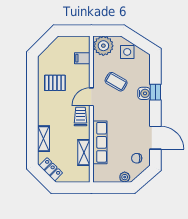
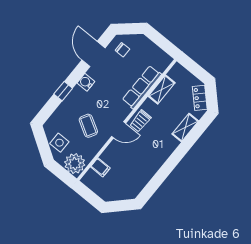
pallet: (55, 83) -> (139, 165), removed
water cooler: (144, 93) -> (86, 82), moved
plant: (125, 177) -> (145, 42), removed

